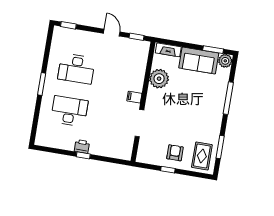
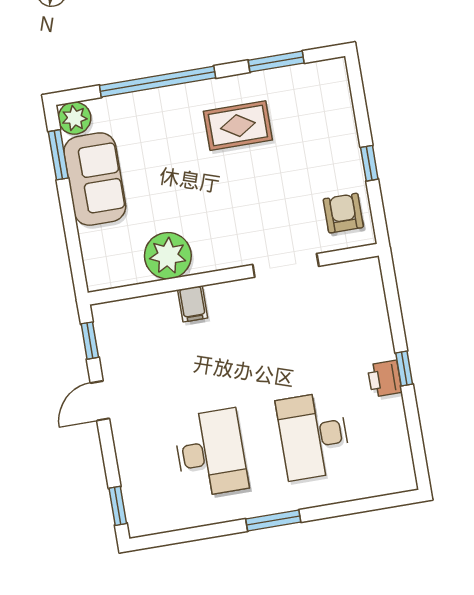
fireplace: (168, 50) -> (95, 257), removed
filing cabinet: (134, 97) -> (193, 304), moved
window: (228, 98) -> (158, 82), width x1.46
armchair: (175, 153) -> (343, 213), moved, turned 90
rug: (202, 156) -> (238, 126), moved

